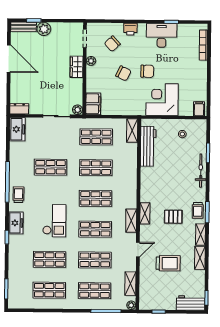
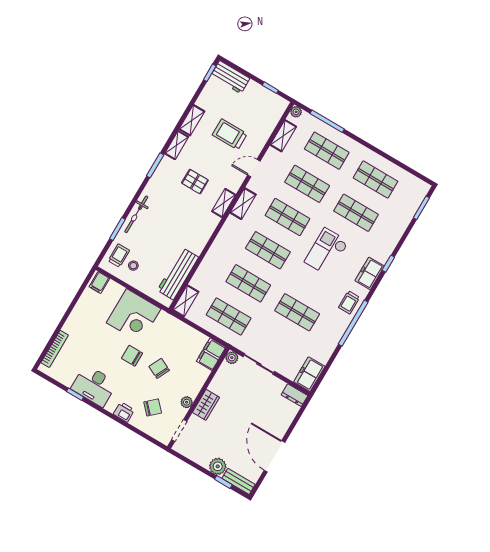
trolley: (198, 210) -> (119, 256), moved

